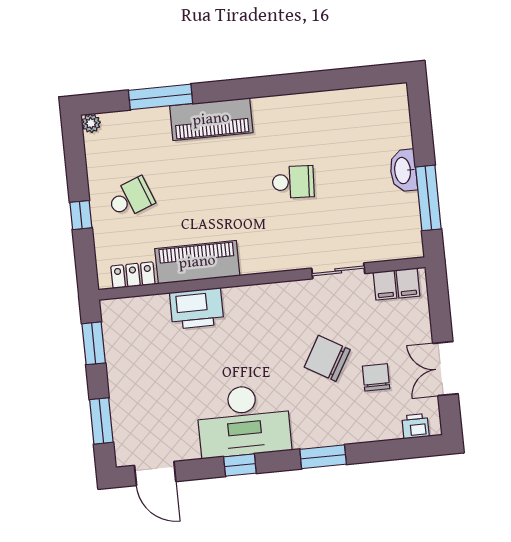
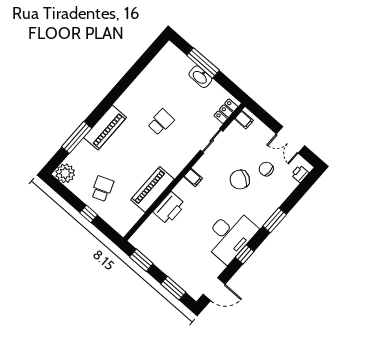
plant: (91, 123) -> (65, 173), width x1.88, depth x1.88
window: (428, 198) -> (203, 63), moved
locker: (133, 275) -> (226, 111), moved
filing cabinet: (385, 285) -> (193, 177), moved

